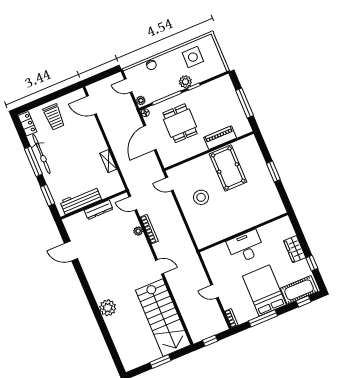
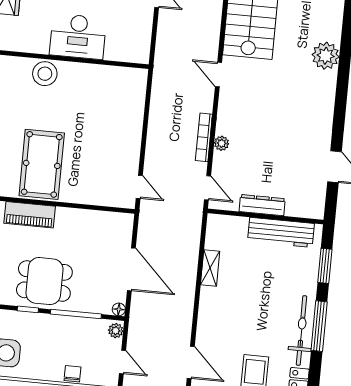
plant: (185, 82) -> (36, 323), removed
dining table: (180, 123) -> (44, 281), moved, turned 90
door: (150, 138) -> (131, 269), hinge flipped
stool: (201, 197) -> (45, 74), moved

